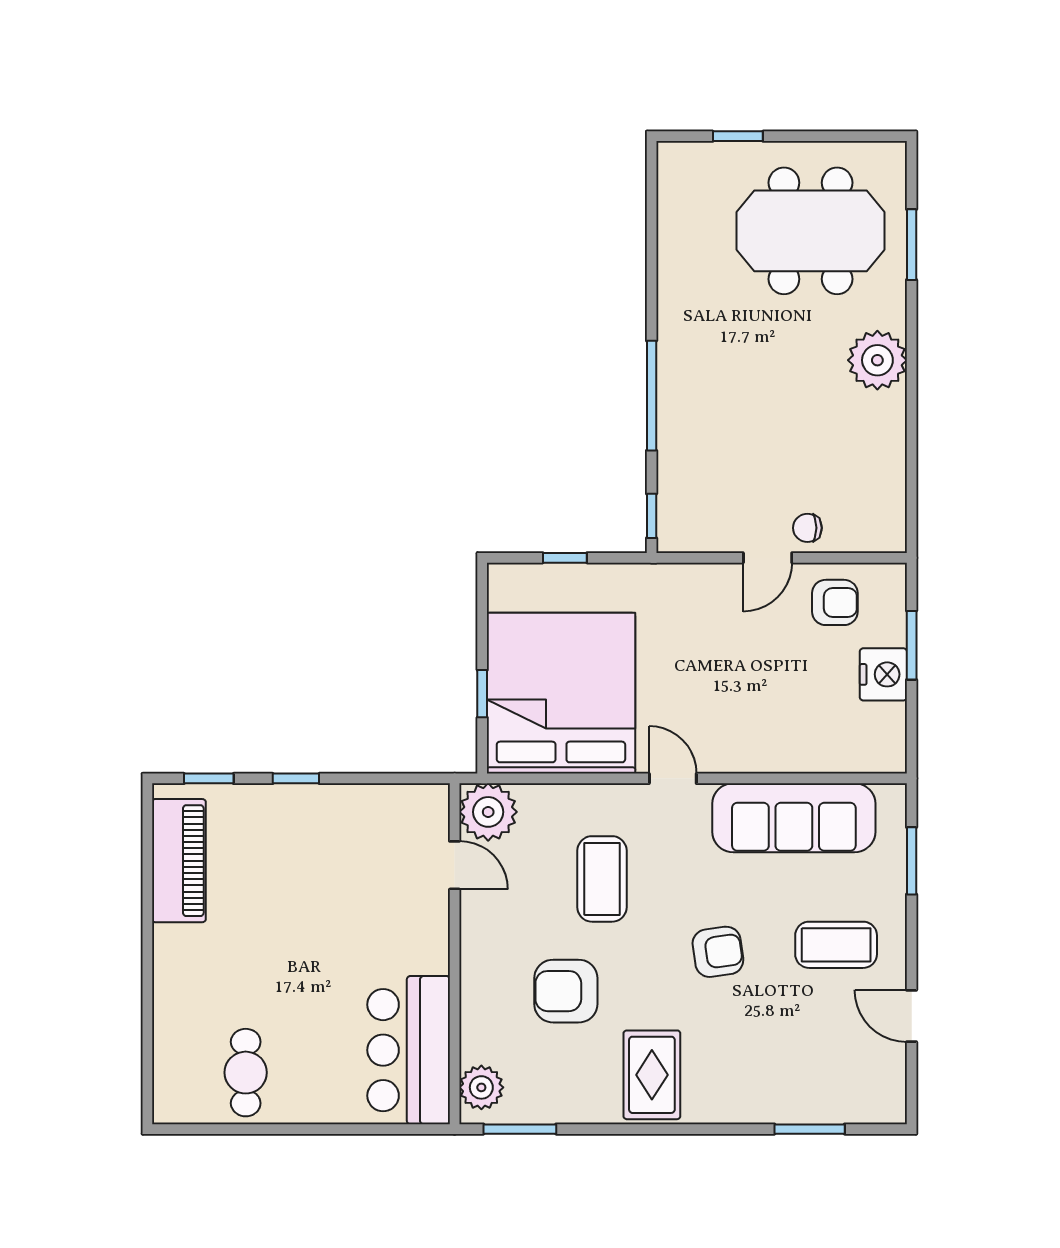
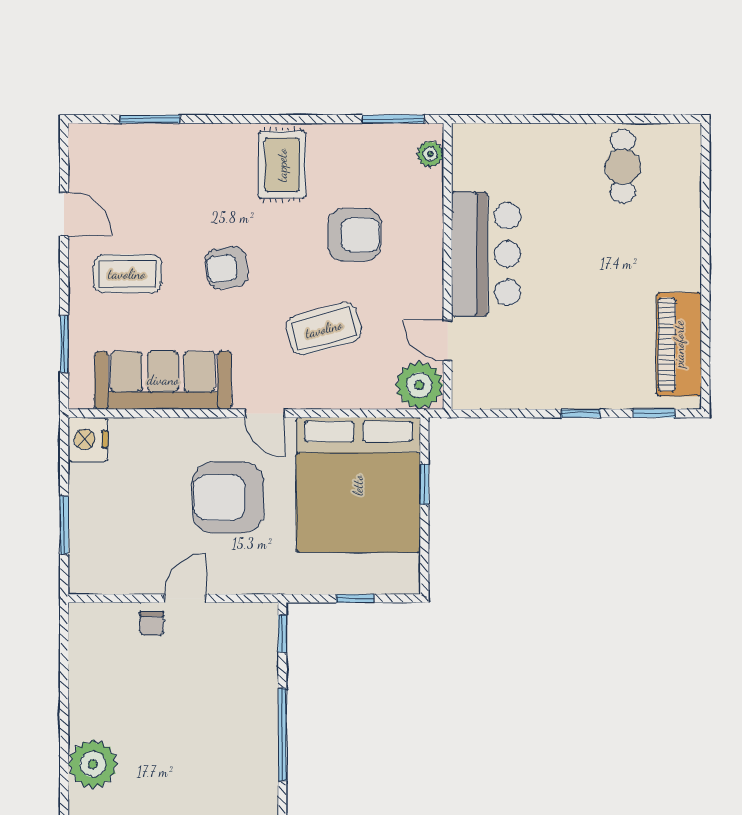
chair: (807, 528) -> (152, 624), turned 90
armchair: (835, 602) -> (228, 497), moved, width x1.88, depth x1.88
nightstand: (883, 674) -> (88, 439), moved
coffee table: (602, 879) -> (324, 329), turned 75
bar counter: (409, 1050) -> (486, 254), moved
plant: (481, 1087) -> (430, 154), width x0.73, depth x0.73

